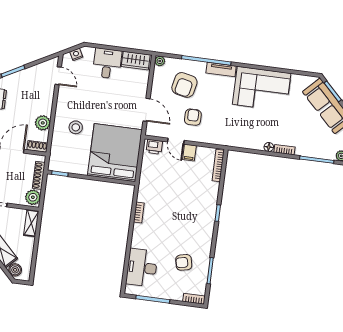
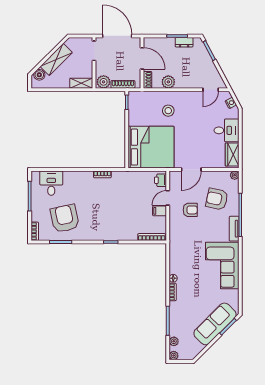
armchair: (184, 262) -> (65, 218), width x1.88, depth x1.88
desk: (142, 268) -> (51, 183), width x0.73

